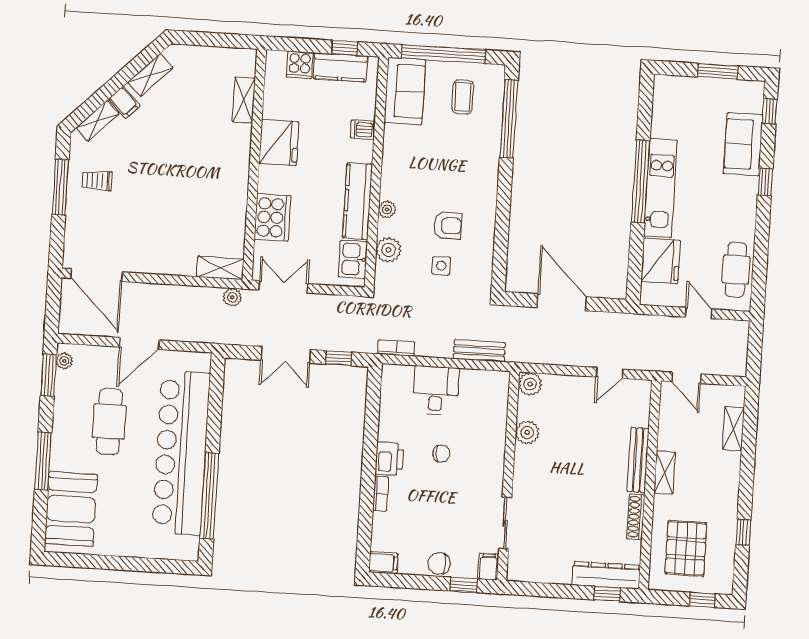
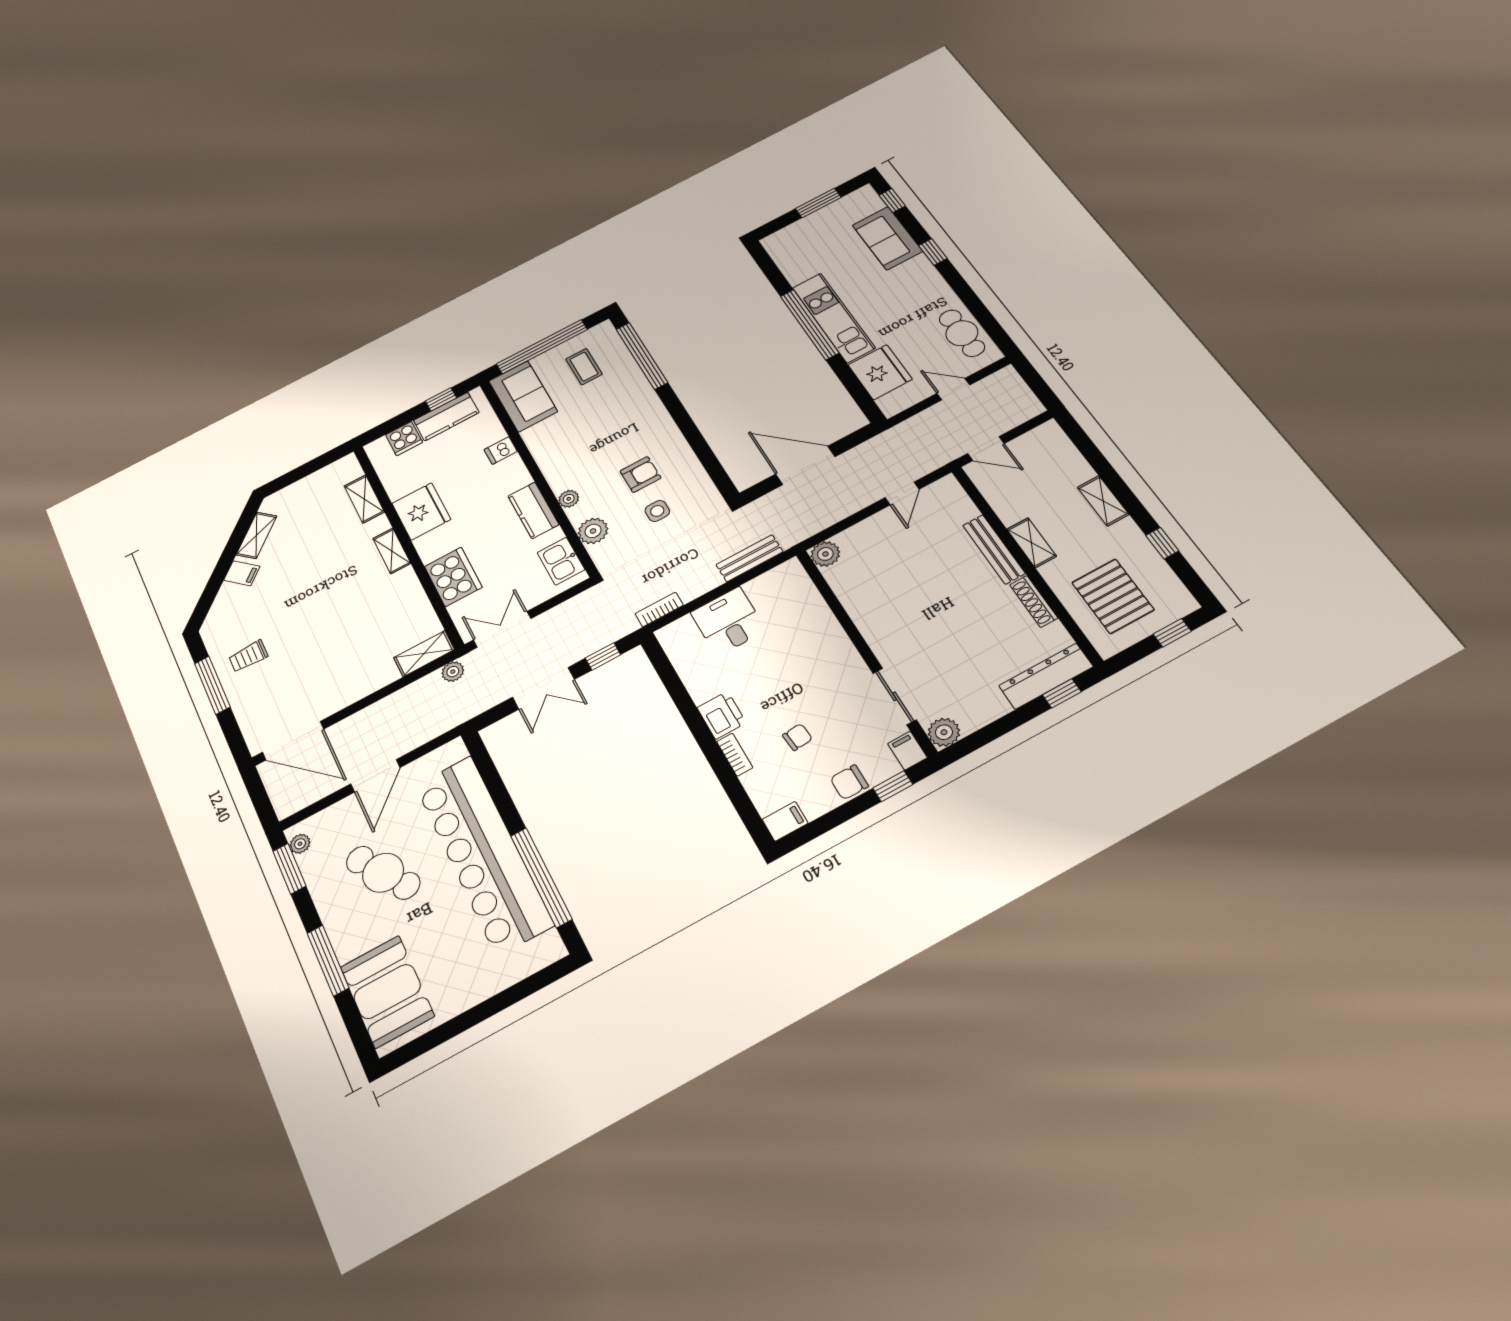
shelving: (97, 121) -> (392, 551), moved, turned -45
kitchen counter: (358, 201) -> (533, 510), width x0.67
cafe table: (109, 421) -> (383, 873), turned -31
shelving: (733, 429) -> (1103, 501), moved
plant: (527, 432) -> (944, 732), moved
chair: (441, 454) -> (797, 737), moved

